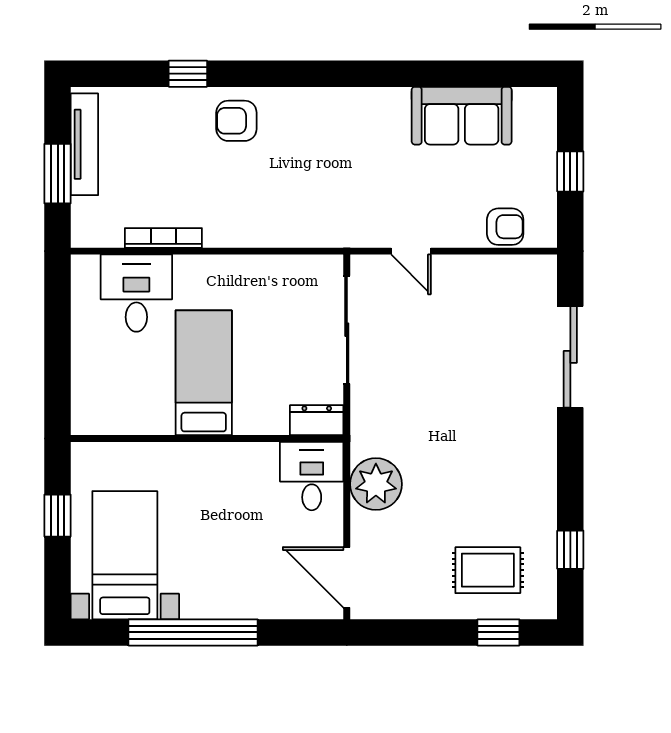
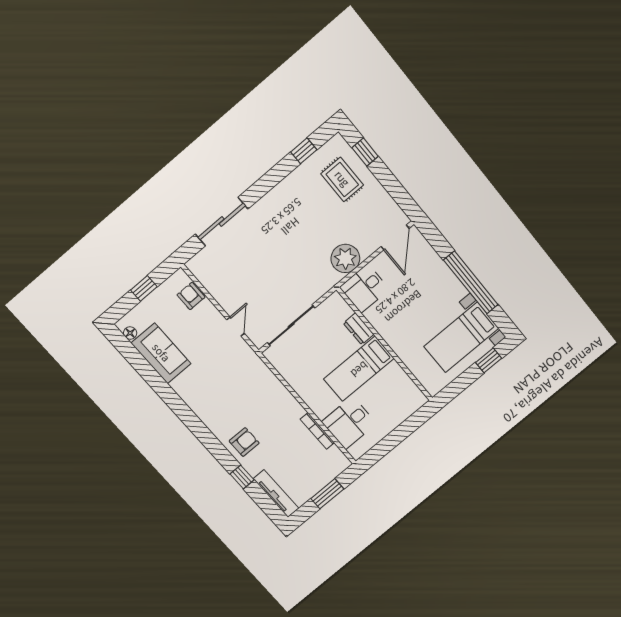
floor lamp: (526, 98) -> (130, 333), added
armchair: (236, 121) -> (244, 442), turned -90
tv unit: (84, 144) -> (276, 494), moved, turned 90
dresser: (317, 420) -> (359, 329), moved
window: (58, 516) -> (489, 360), moved

